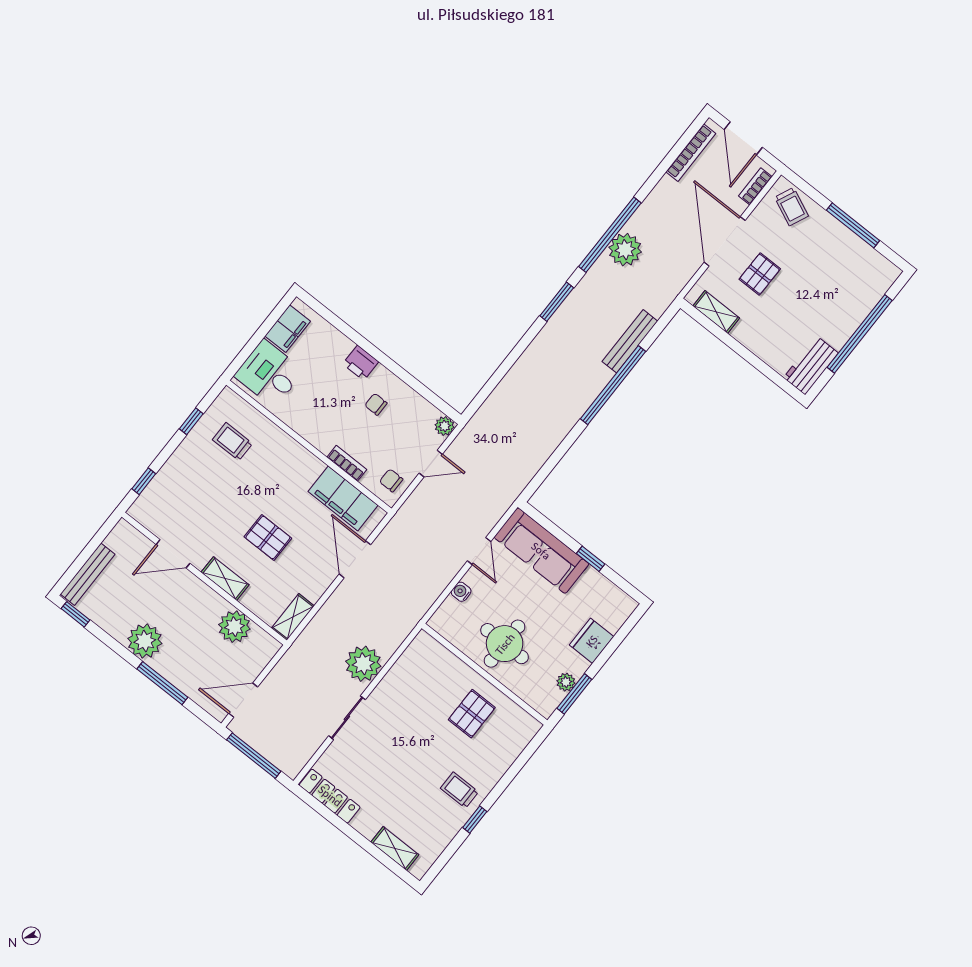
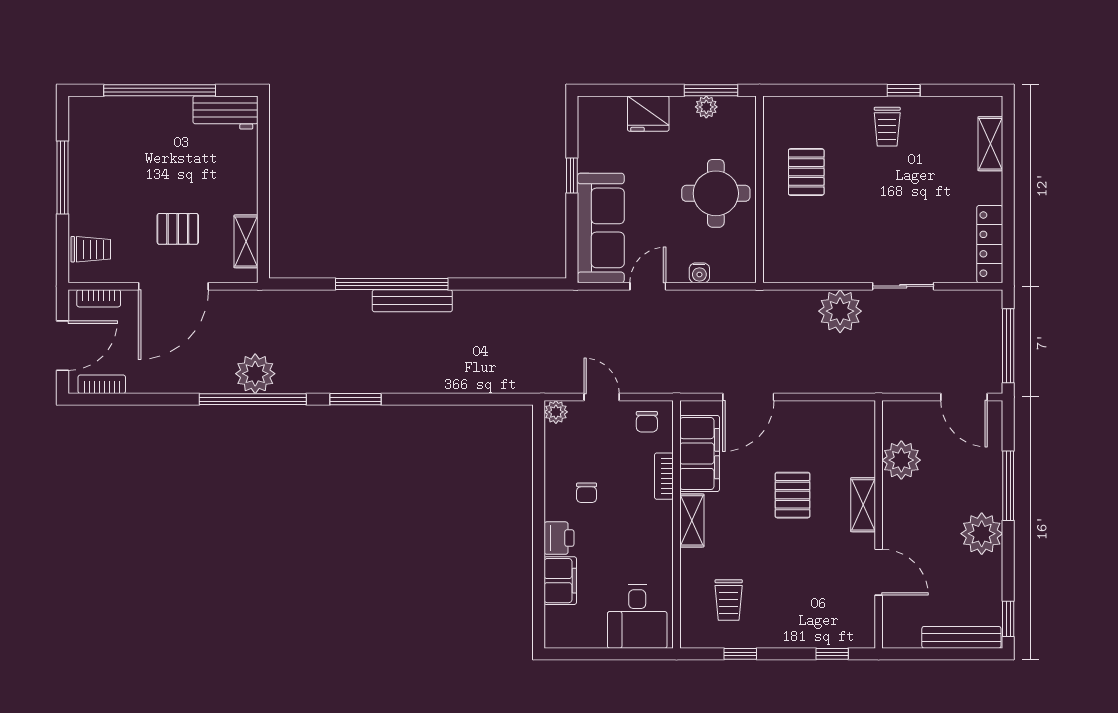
bookcase: (691, 153) -> (102, 384), width x0.64
trolley: (791, 207) -> (91, 249), turned 66
filing cabinet: (288, 329) -> (560, 581), moved, turned 90
bench: (630, 341) -> (412, 301), moved
shelving: (293, 617) -> (692, 520), moved, turned 90
pallet: (472, 714) -> (806, 172), turned 90

